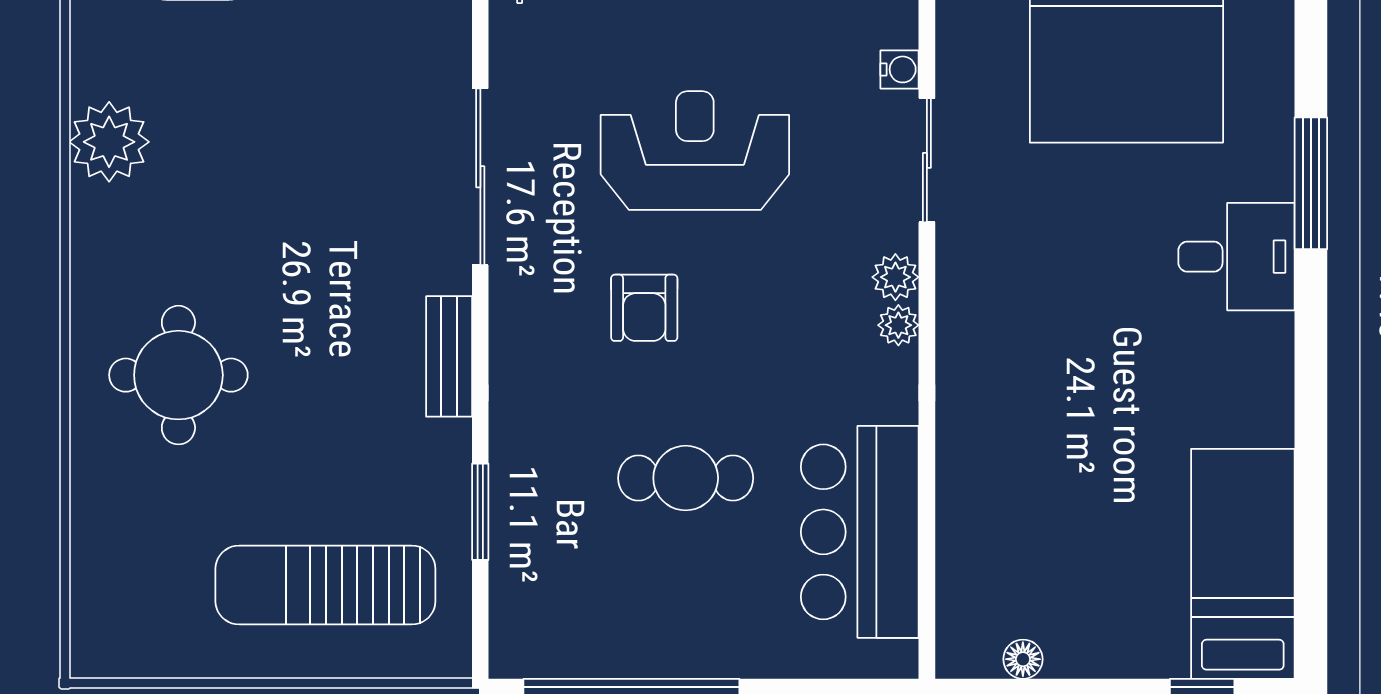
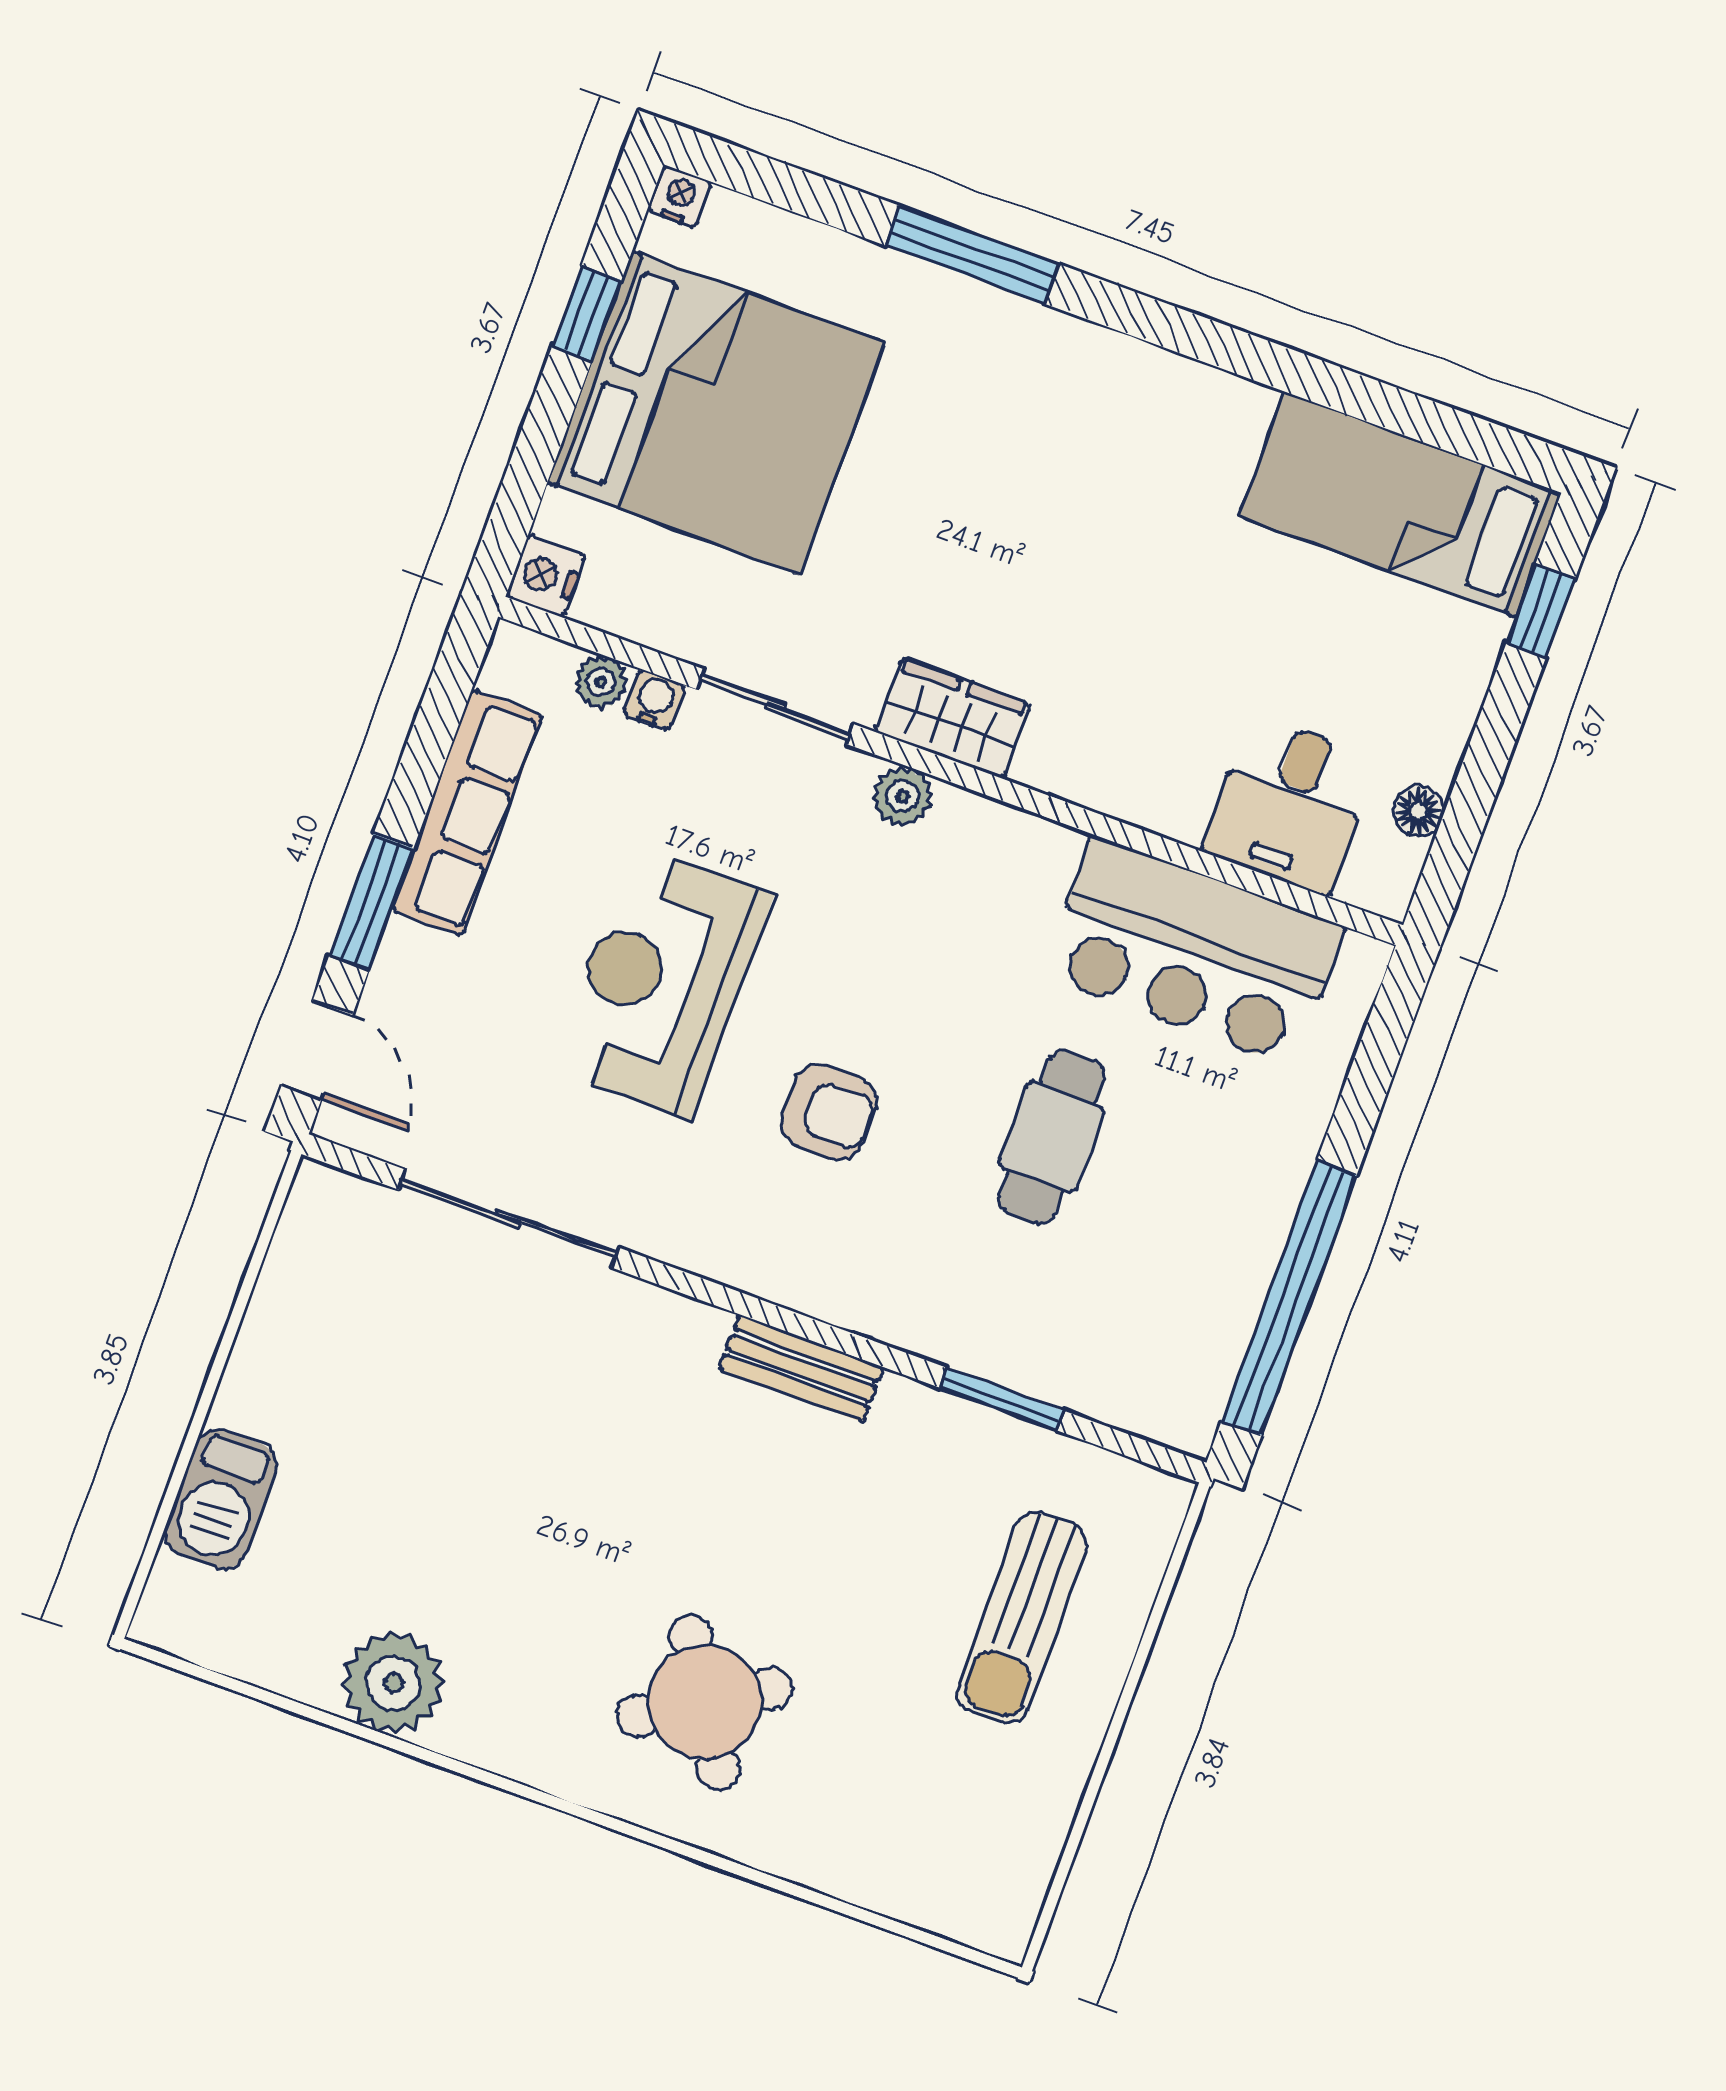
sliding door: (480, 177) -> (509, 1219), moved
desk: (1236, 257) -> (1290, 805), moved, turned 180
wardrobe: (966, 293) -> (953, 718), added
plant: (898, 325) -> (601, 682), moved
round table: (178, 375) -> (704, 1702), turned -32
sun lounger: (325, 585) -> (1022, 1618), width x0.73, depth x0.75

